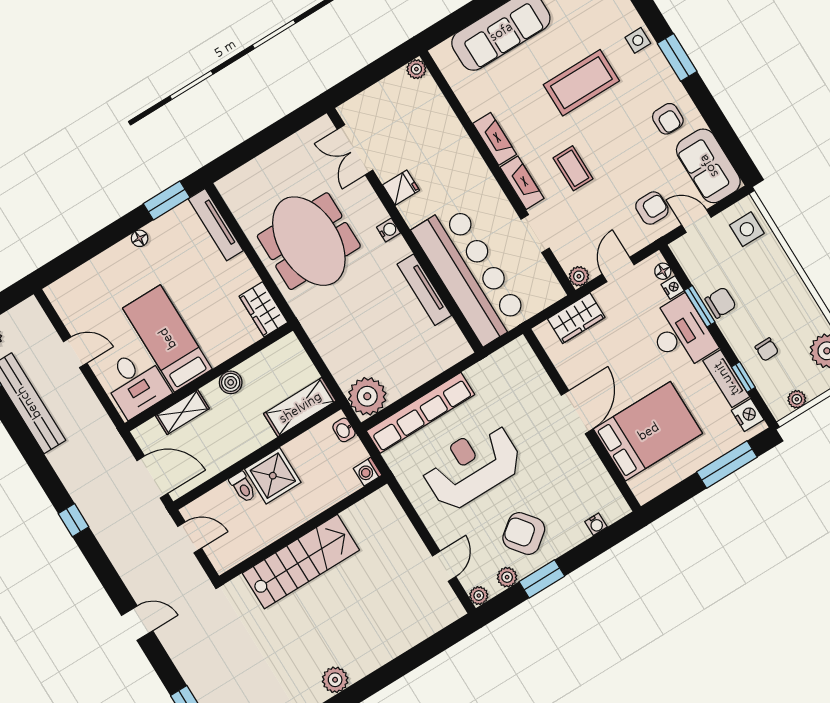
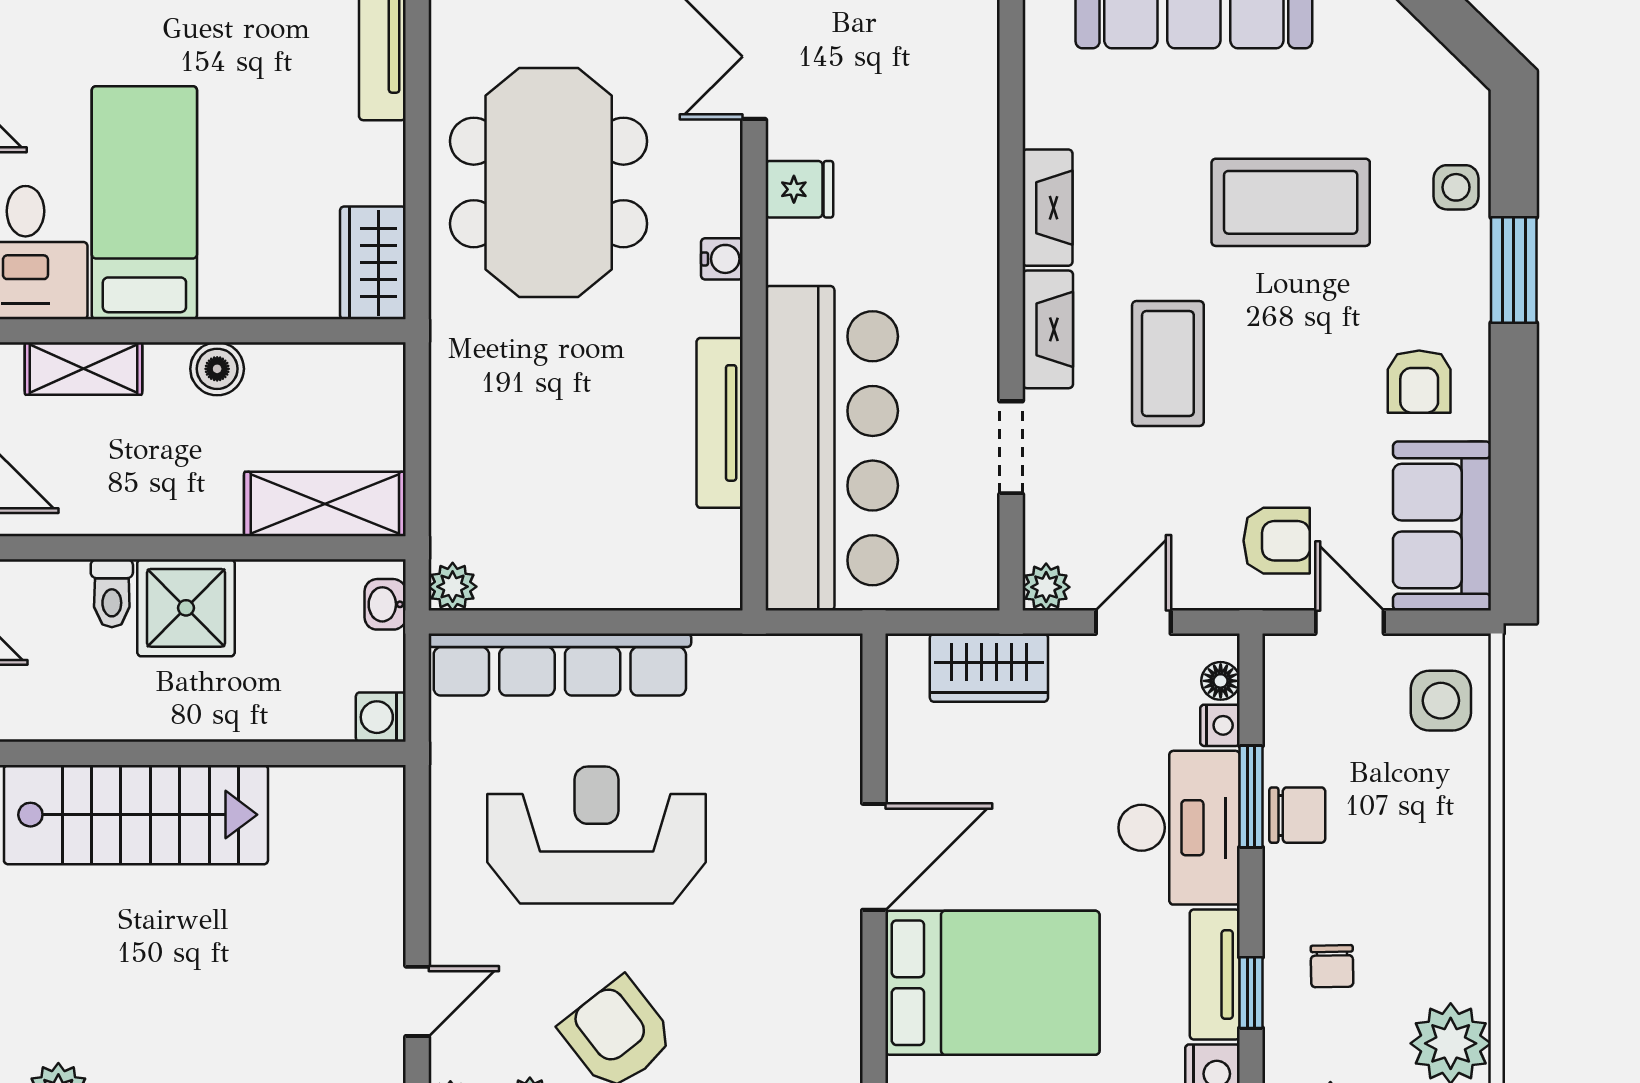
coffee table: (573, 168) -> (1168, 363), width x1.36, depth x1.30
plant: (367, 396) -> (453, 587), width x0.53, depth x0.53

